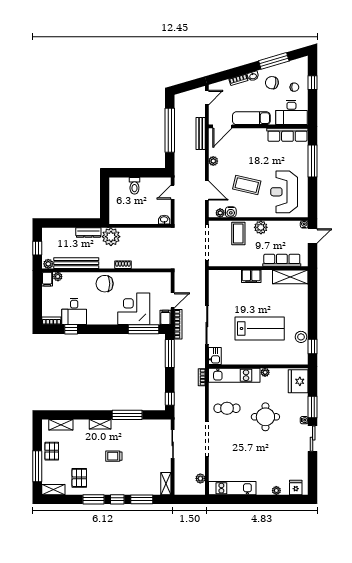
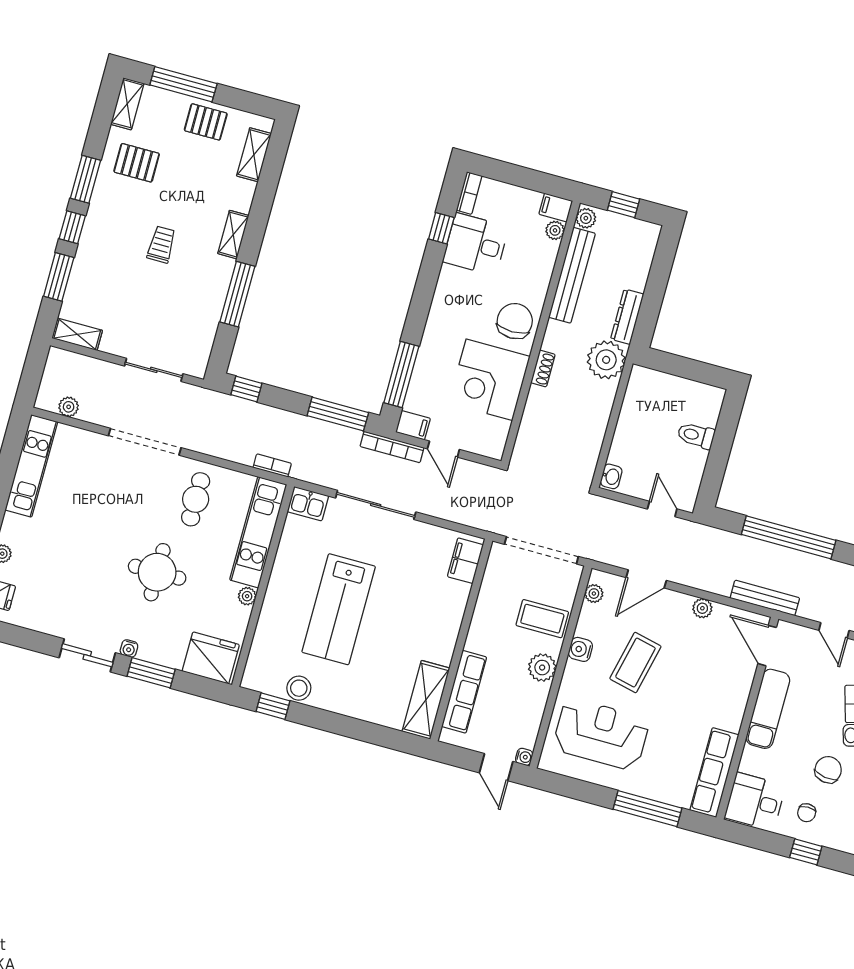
desk: (291, 112) -> (755, 801), width x0.73
water cooler: (231, 212) -> (580, 649), moved
filing cabinet: (251, 276) -> (465, 561), moved
corner desk: (134, 309) -> (489, 380), moved, turned 180

